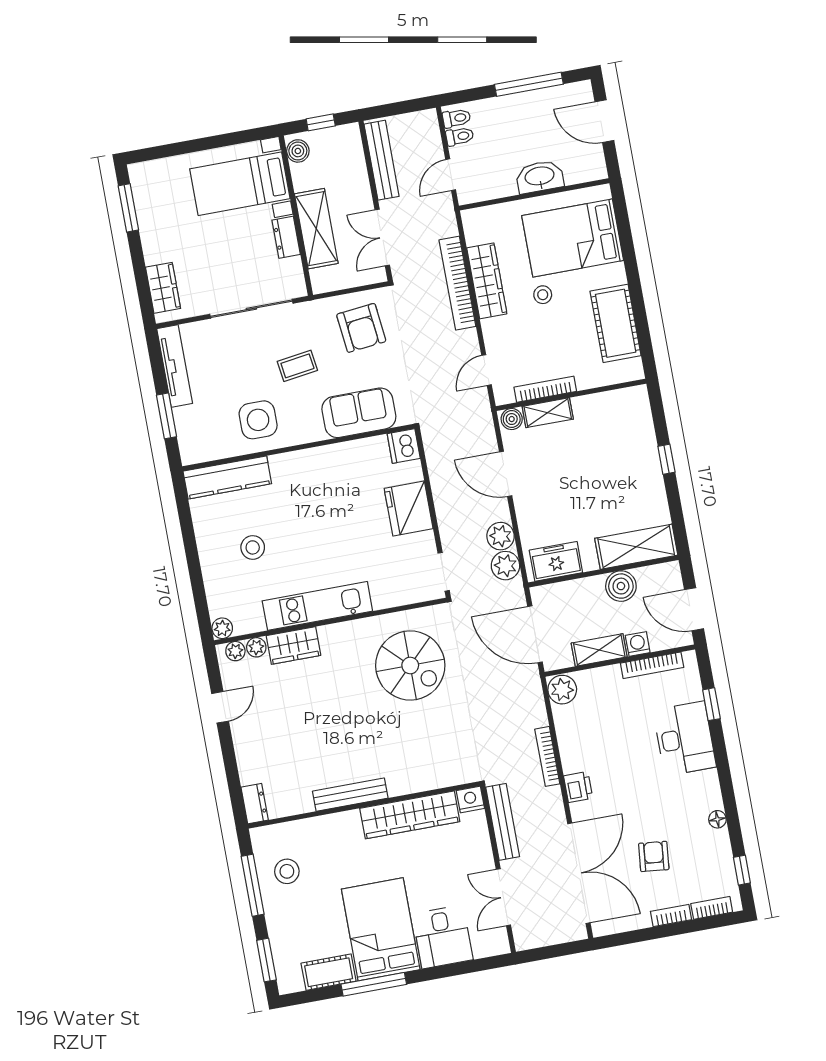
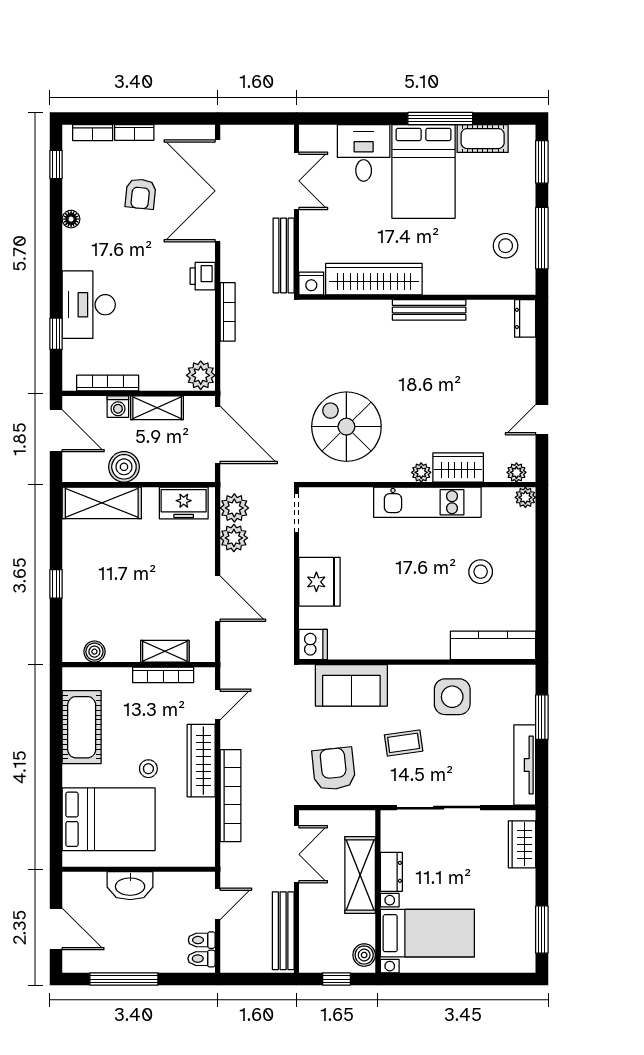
wardrobe: (487, 281) -> (201, 761), moved
boiler: (512, 419) -> (94, 652), moved
plant: (256, 647) -> (421, 472), moved

